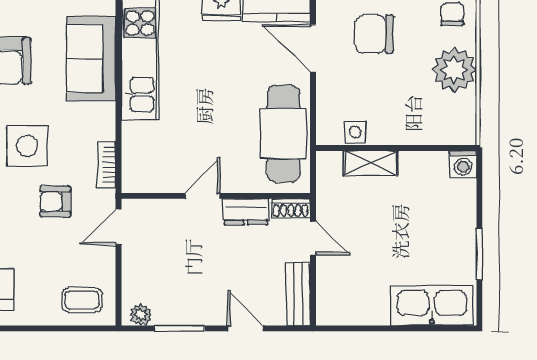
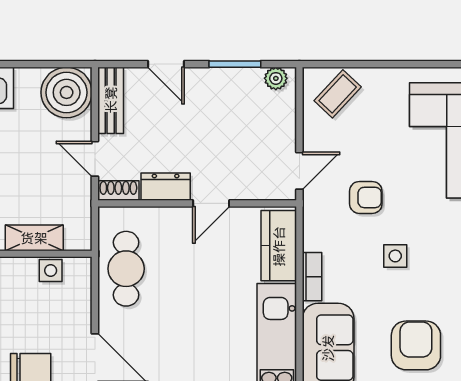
cafe table: (283, 134) -> (126, 269), width x0.73, depth x0.74
side table: (27, 146) -> (395, 256), width x0.54, depth x0.54
kitchen counter: (138, 156) -> (279, 246), added
bookcase: (106, 165) -> (312, 277), moved
coffee table: (82, 300) -> (338, 94), turned -47
boiler: (340, 301) -> (67, 92), added

